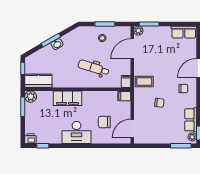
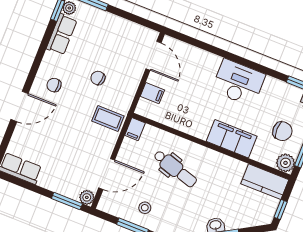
filing cabinet: (124, 96) -> (152, 93), moved
chair: (104, 122) -> (282, 131), moved
door: (132, 128) -> (153, 56), hinge flipped

